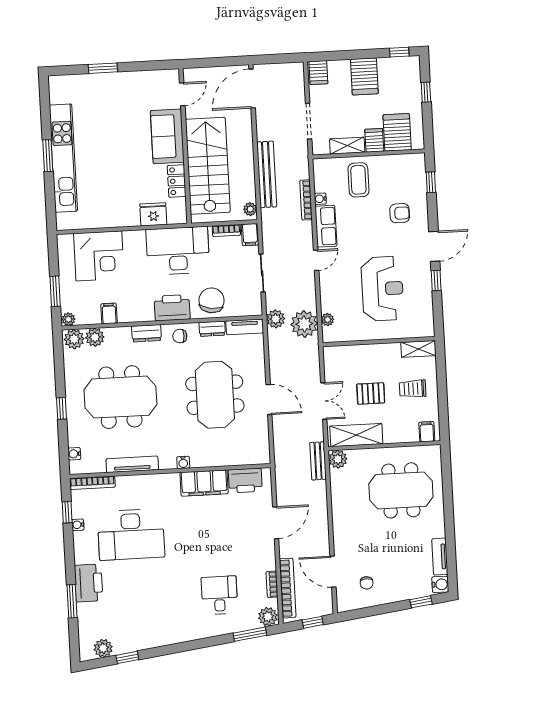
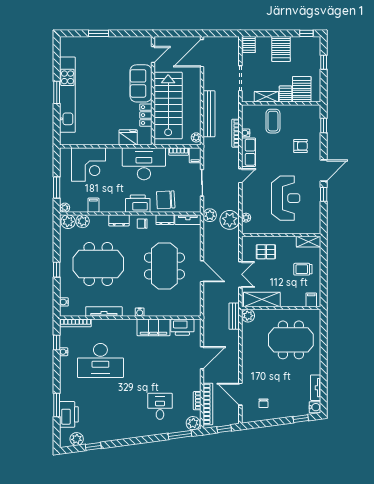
chair: (212, 300) -> (166, 200), turned -102
pallet: (371, 393) -> (266, 252), moved
printer: (89, 583) -> (69, 414), moved

